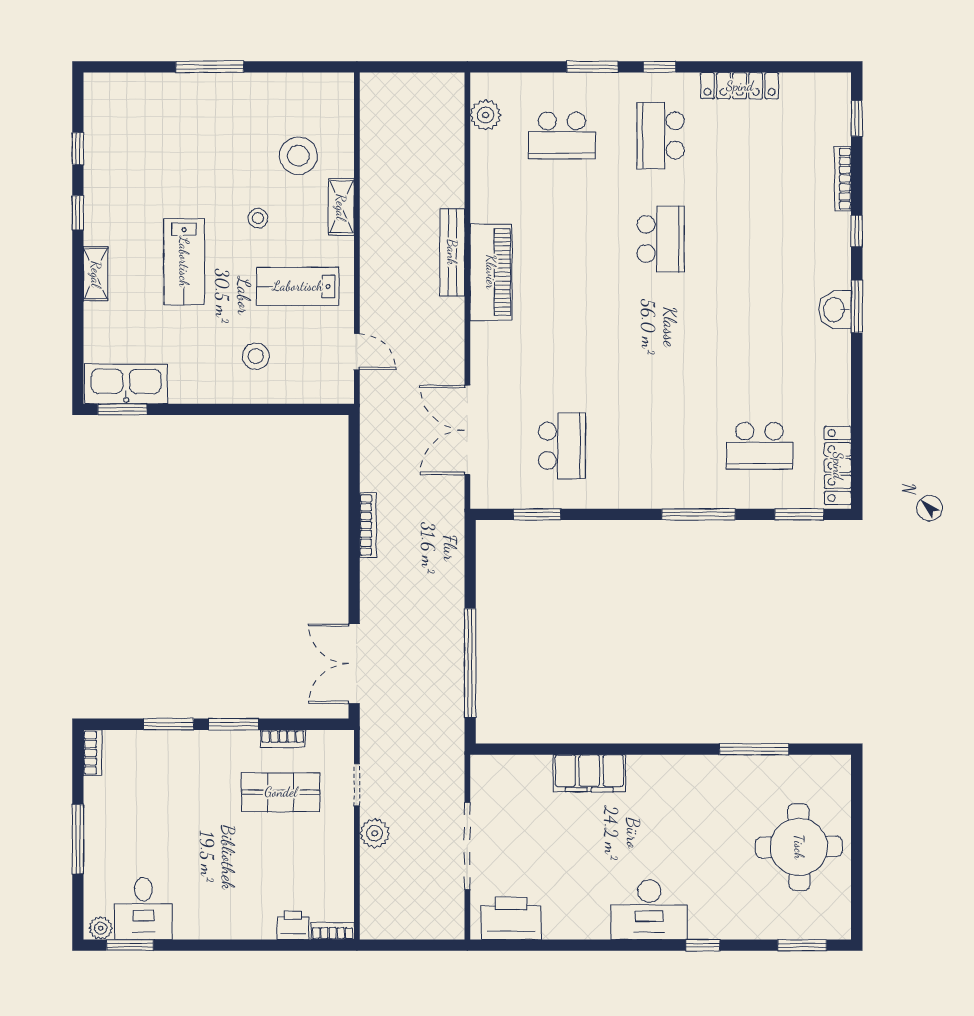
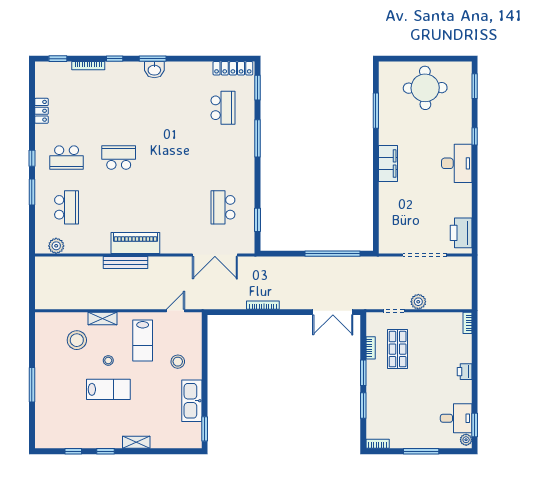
locker: (740, 86) -> (41, 111), width x0.66
lab bench: (184, 262) -> (108, 389), moved
kitchen sink: (126, 384) -> (192, 401), moved
school desk: (562, 446) -> (223, 207), turned -90
filing cabinet: (589, 773) -> (388, 164), moved
printer: (293, 925) -> (465, 372), moved

